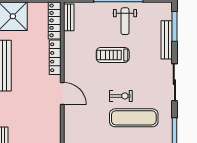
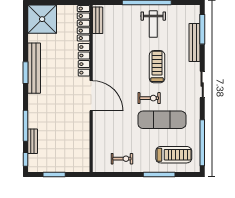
treadmill: (113, 55) -> (157, 67), moved, turned 90
sliding door: (174, 82) -> (202, 85), width x0.73
door: (62, 94) -> (91, 96), width x1.36

